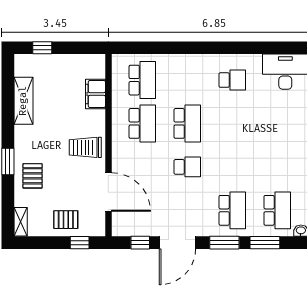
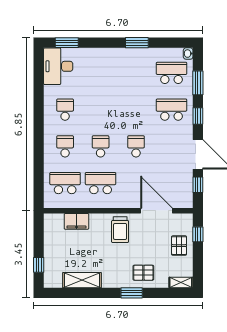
school desk: (187, 80) -> (65, 146), added
school desk: (187, 123) -> (101, 146), width x0.54
door: (108, 192) -> (157, 211), hinge flipped
window: (224, 243) -> (198, 116), width x0.67

